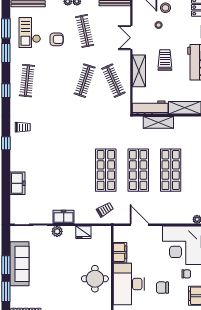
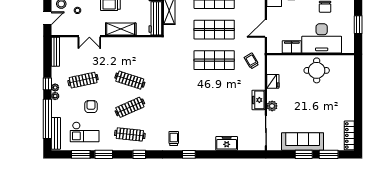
clothes rail: (113, 81) -> (130, 107), moved

